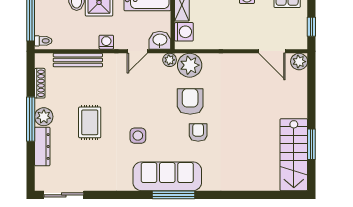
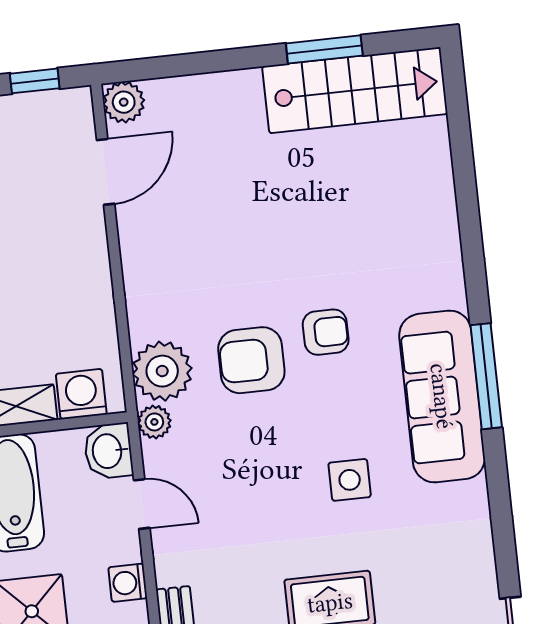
armchair: (198, 132) -> (326, 332), turned 180

